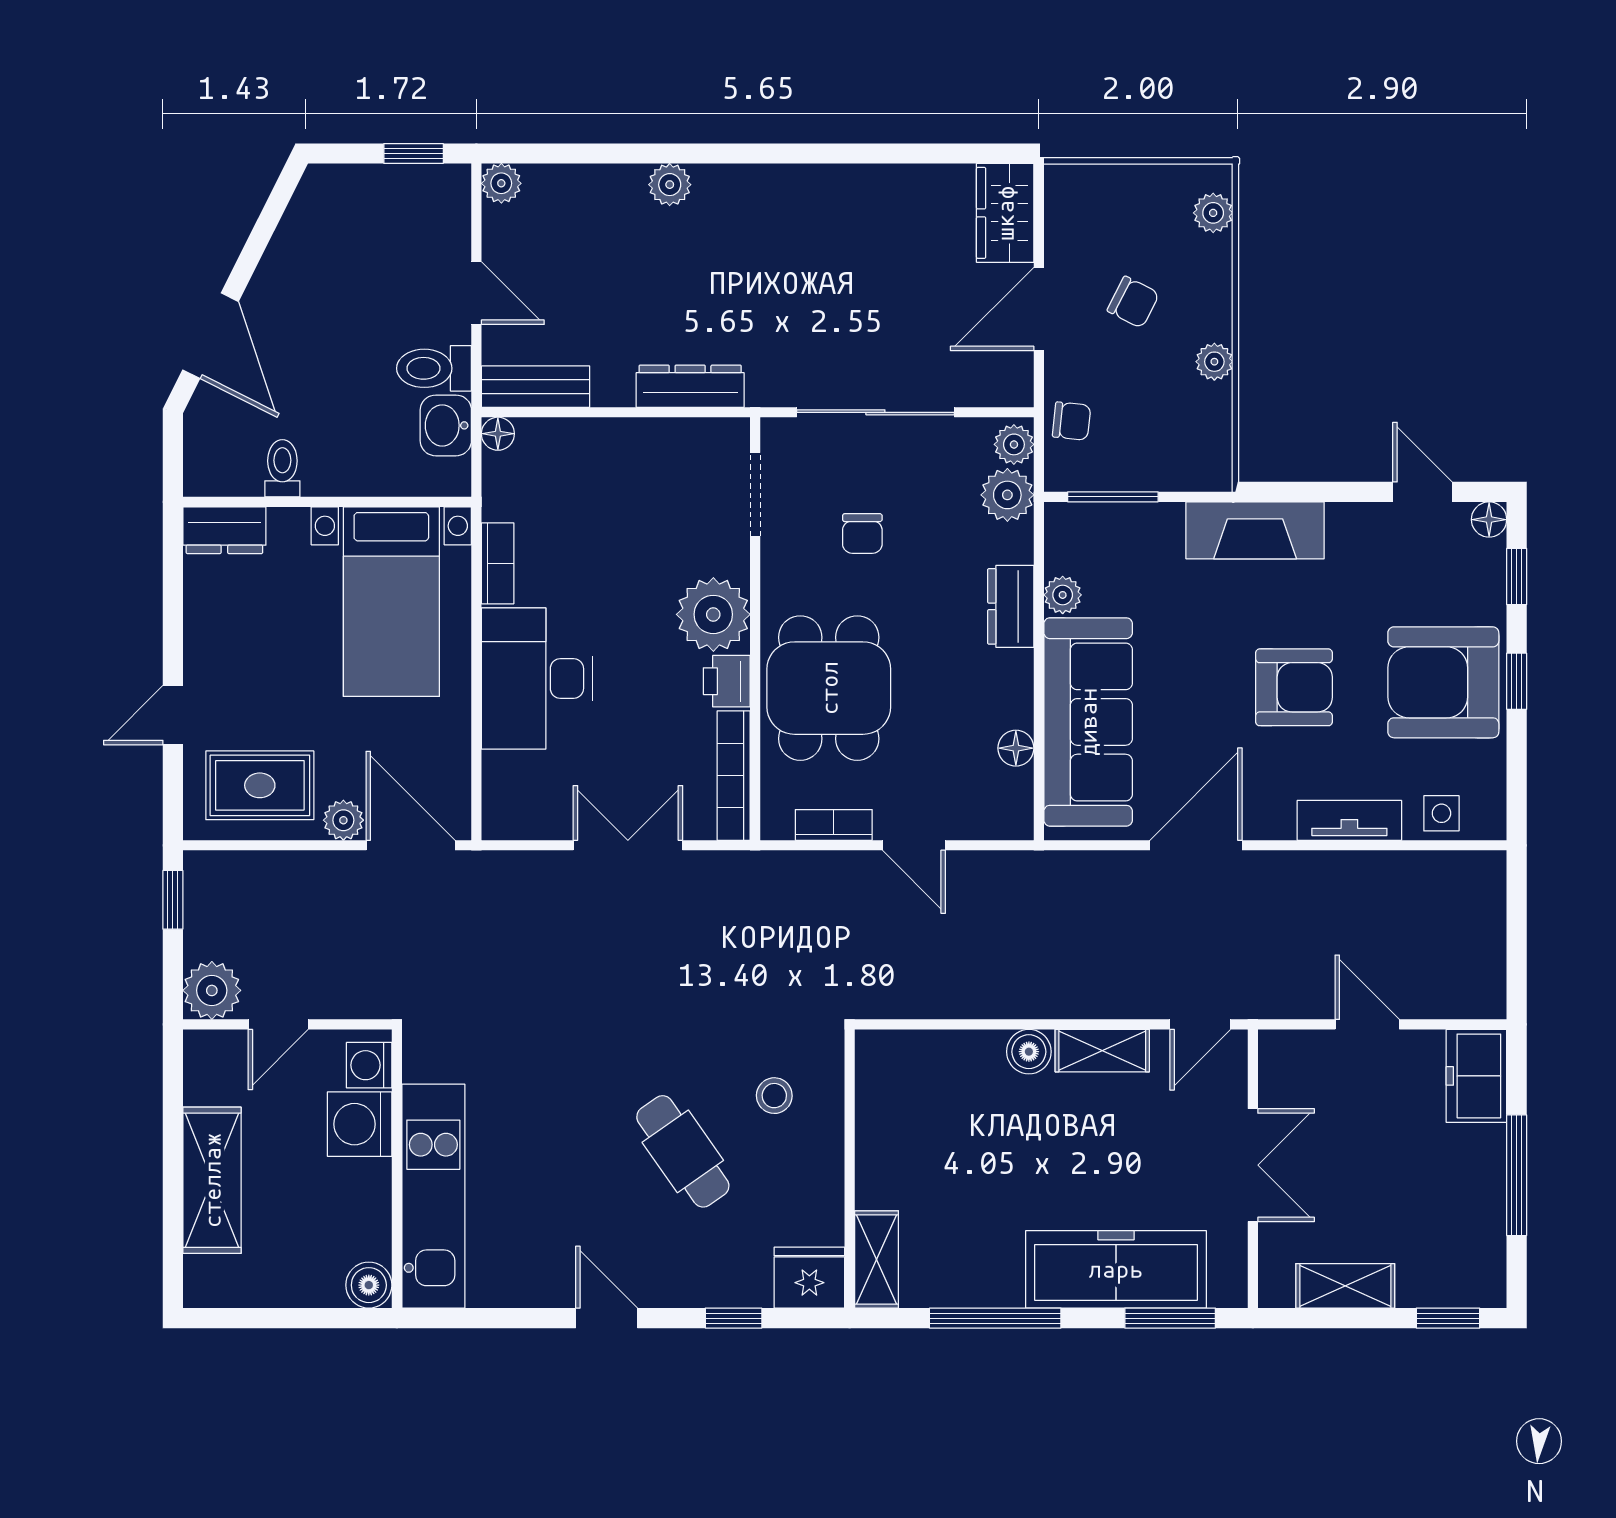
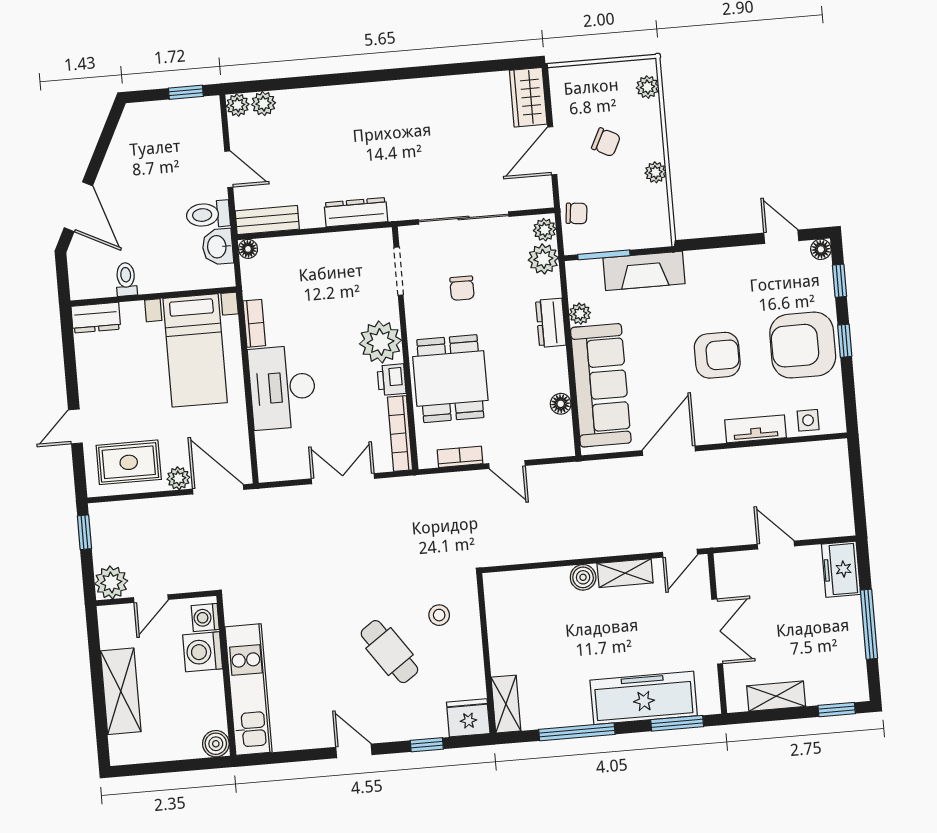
plant: (670, 185) -> (264, 104), moved
fireplace: (1255, 530) -> (644, 271), moved

